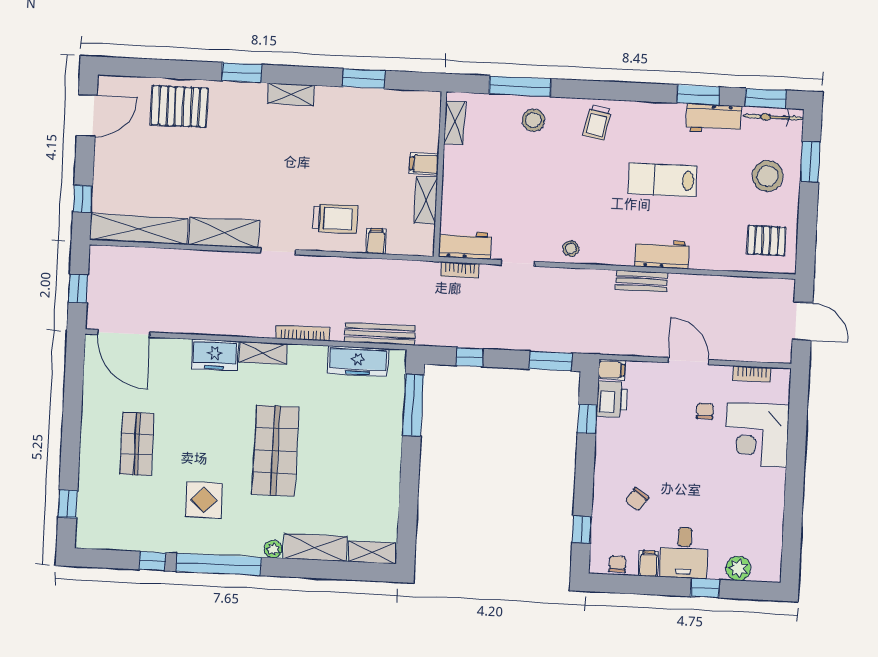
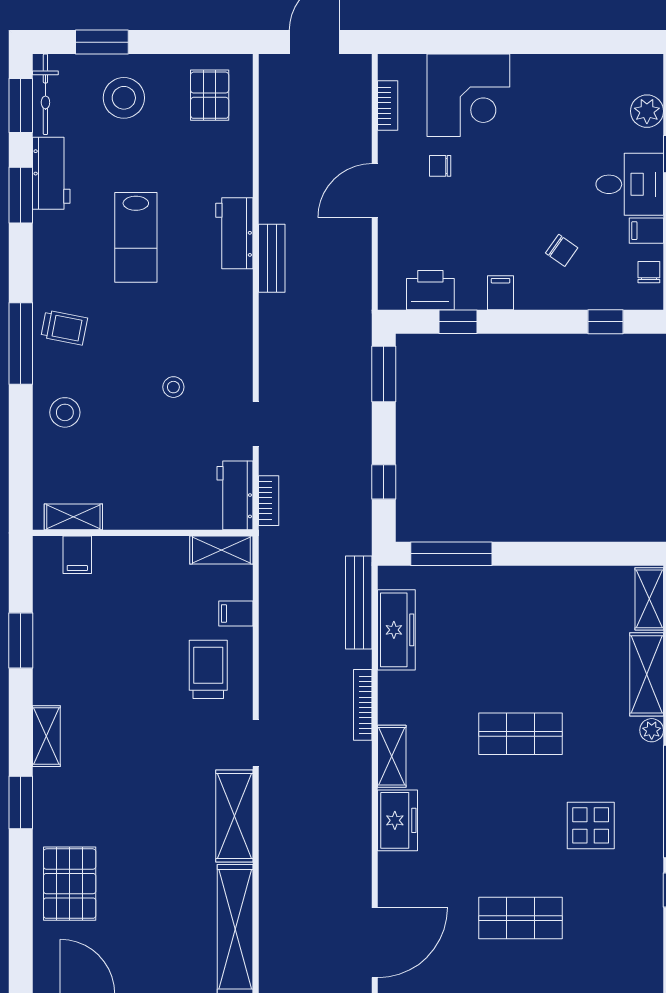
window: (520, 86) -> (21, 344), moved
filing cabinet: (424, 164) -> (77, 555), moved
shelving: (426, 200) -> (221, 550), moved
stool: (571, 248) -> (173, 387), moved
filing cabinet: (611, 370) -> (500, 293), moved
shop shelf: (275, 451) -> (521, 734), width x0.70, depth x0.74
chair: (617, 564) -> (649, 272), turned 90

